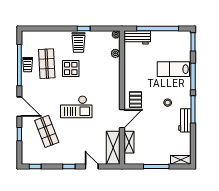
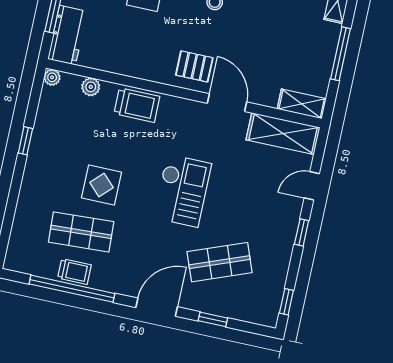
trolley: (79, 42) -> (137, 105), moved
shelving: (129, 142) -> (302, 104), moved

